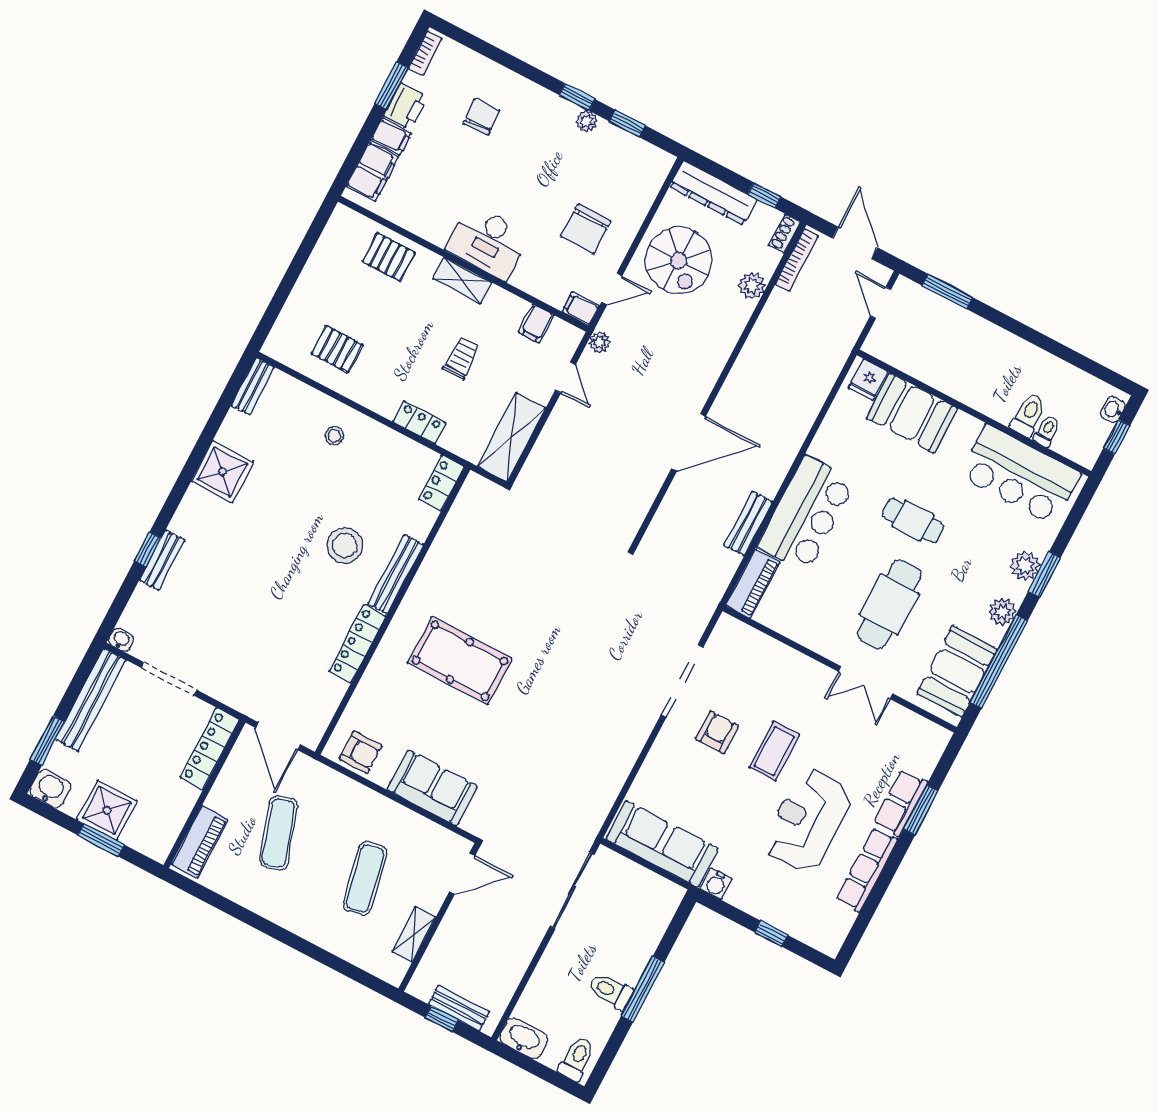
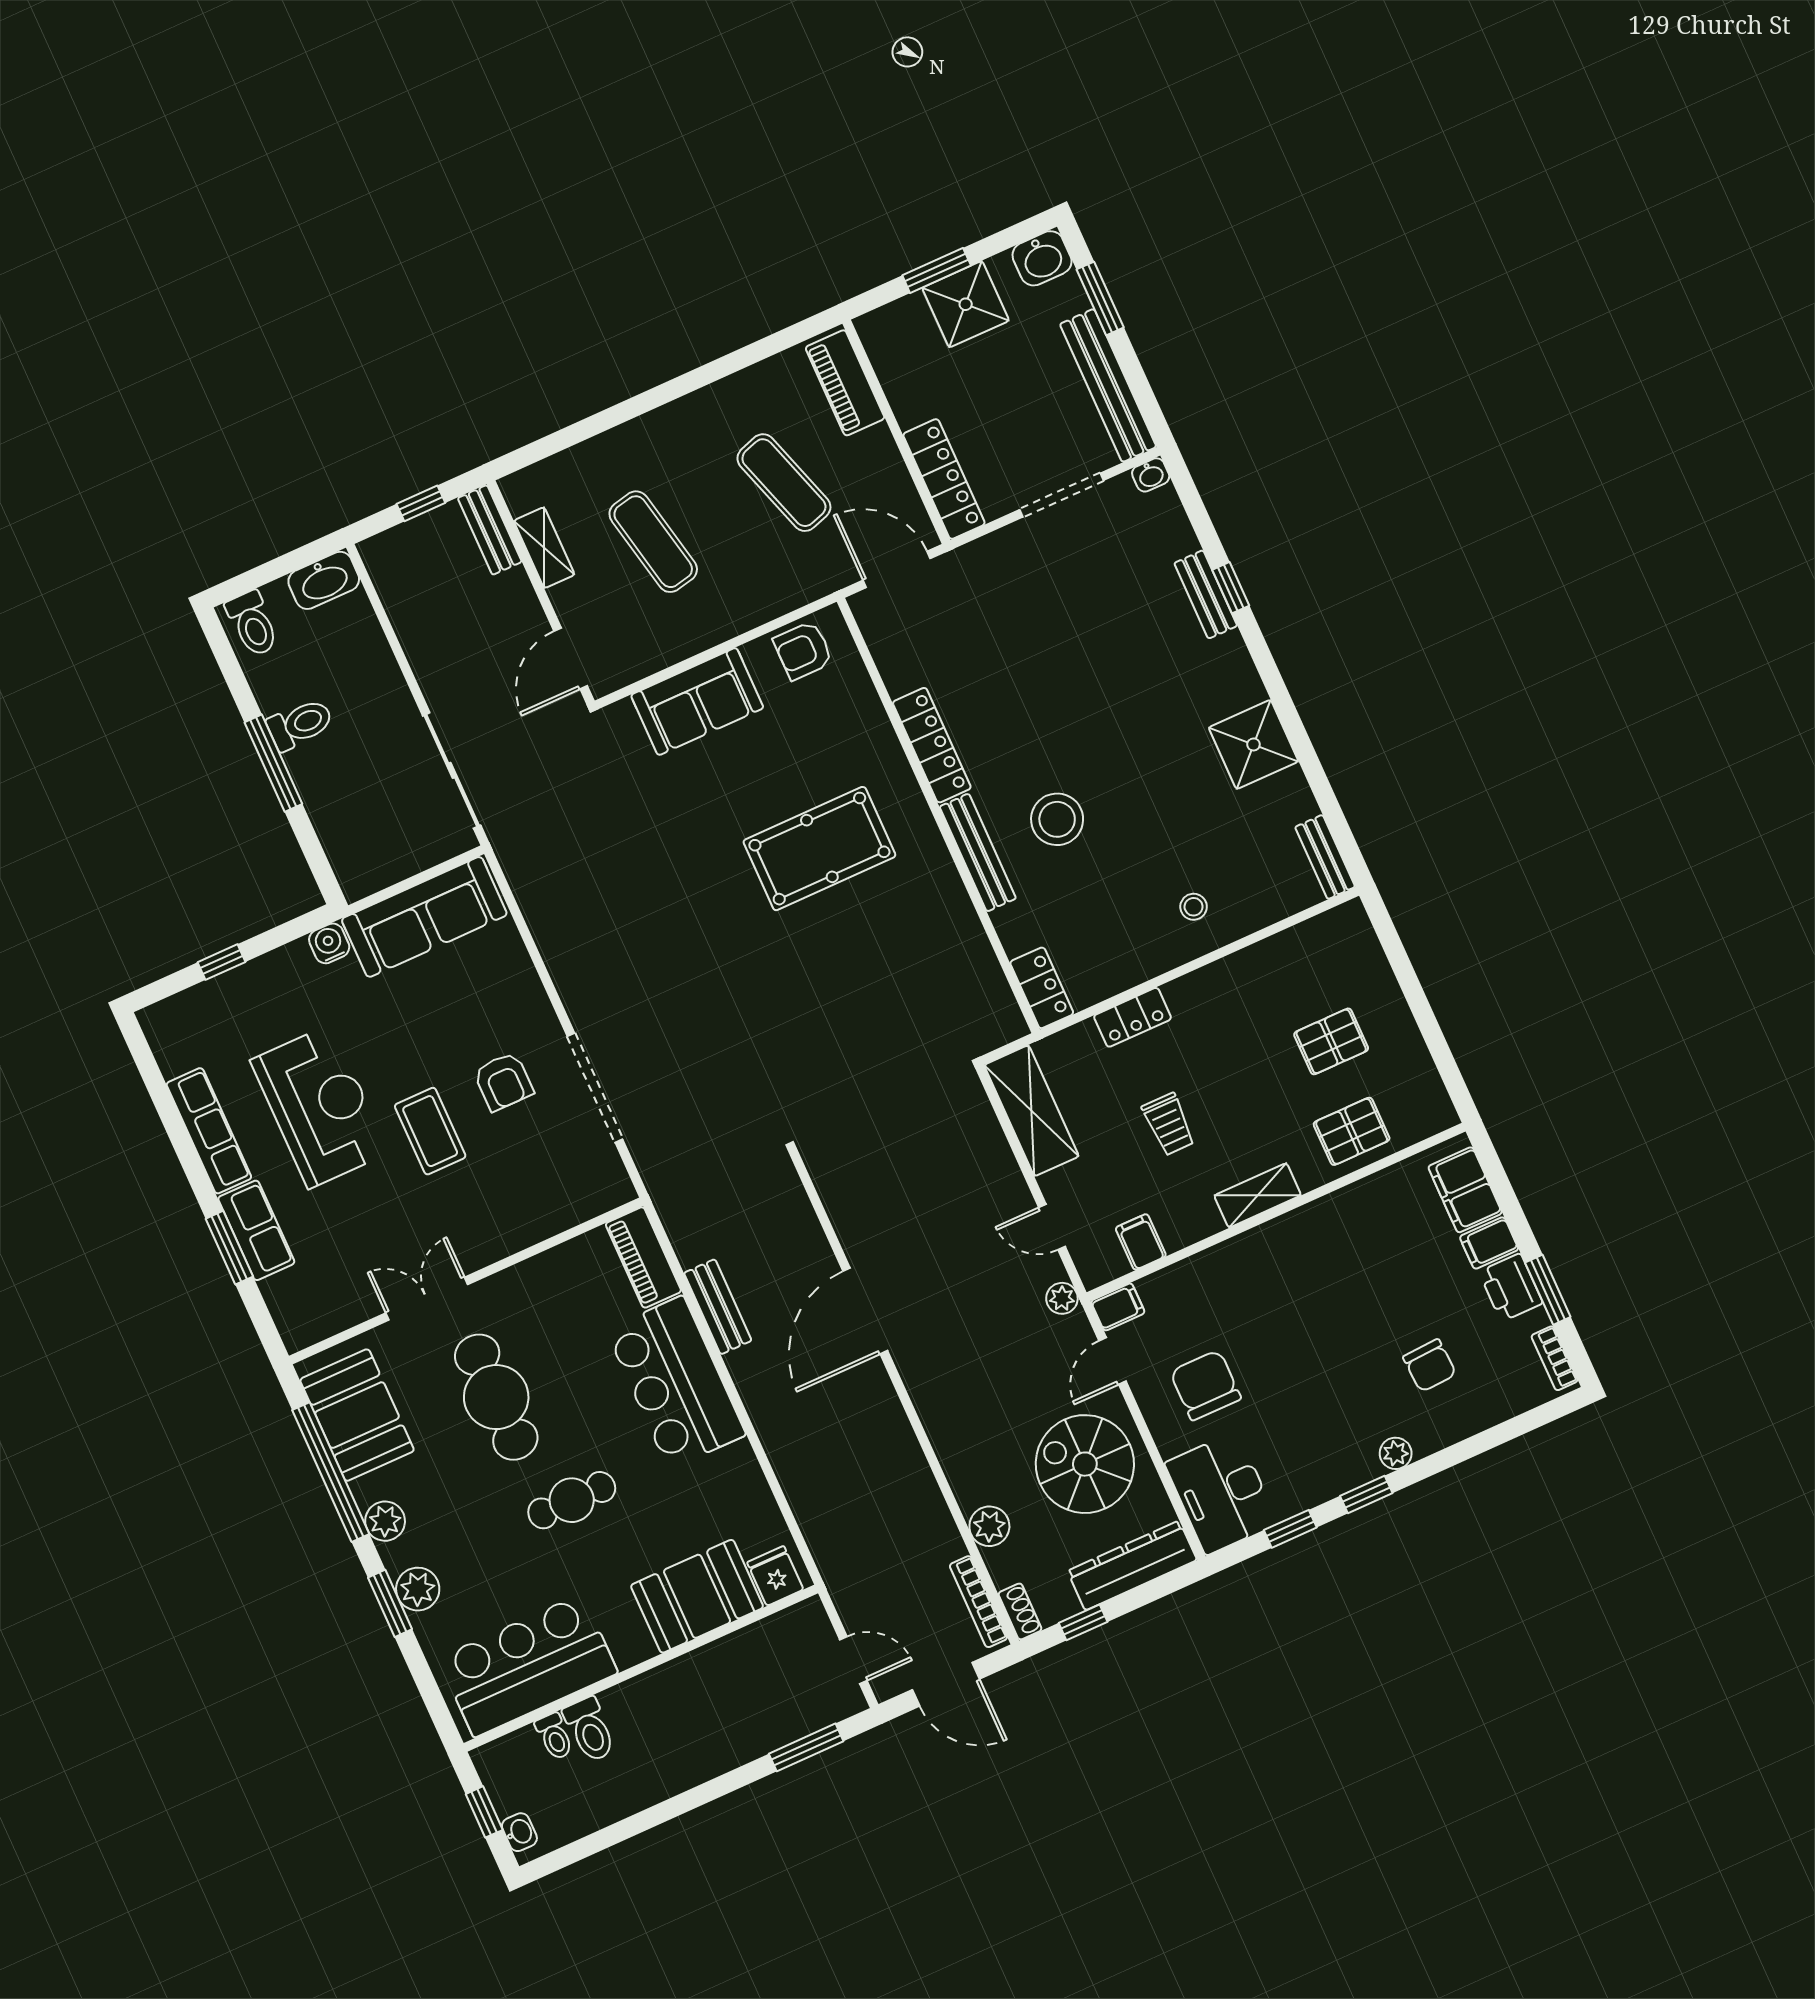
plant: (586, 121) -> (1396, 1453), moved
desk: (488, 242) -> (1221, 1493), moved, turned -90
pallet: (337, 349) -> (1331, 1041), moved
bench: (459, 1008) -> (490, 530), moved, turned 90

